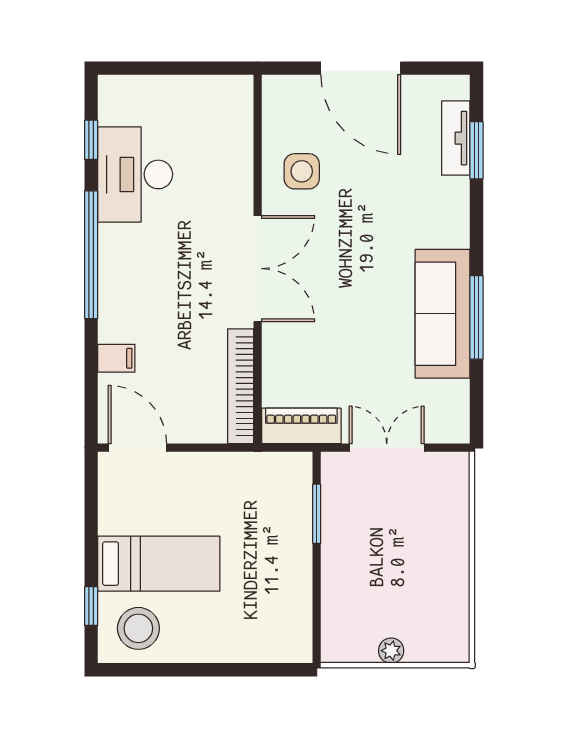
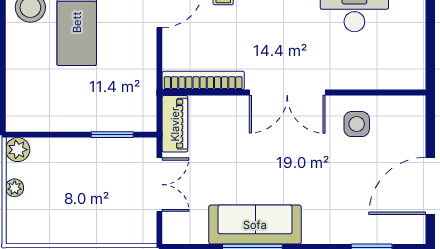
door: (361, 68) -> (430, 186), moved
tv unit: (456, 138) -> (380, 234), removed
plant: (337, 646) -> (18, 150), added

